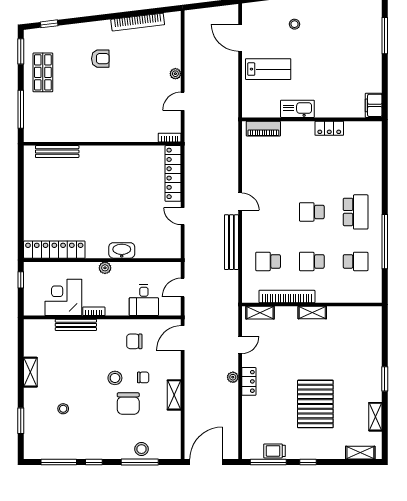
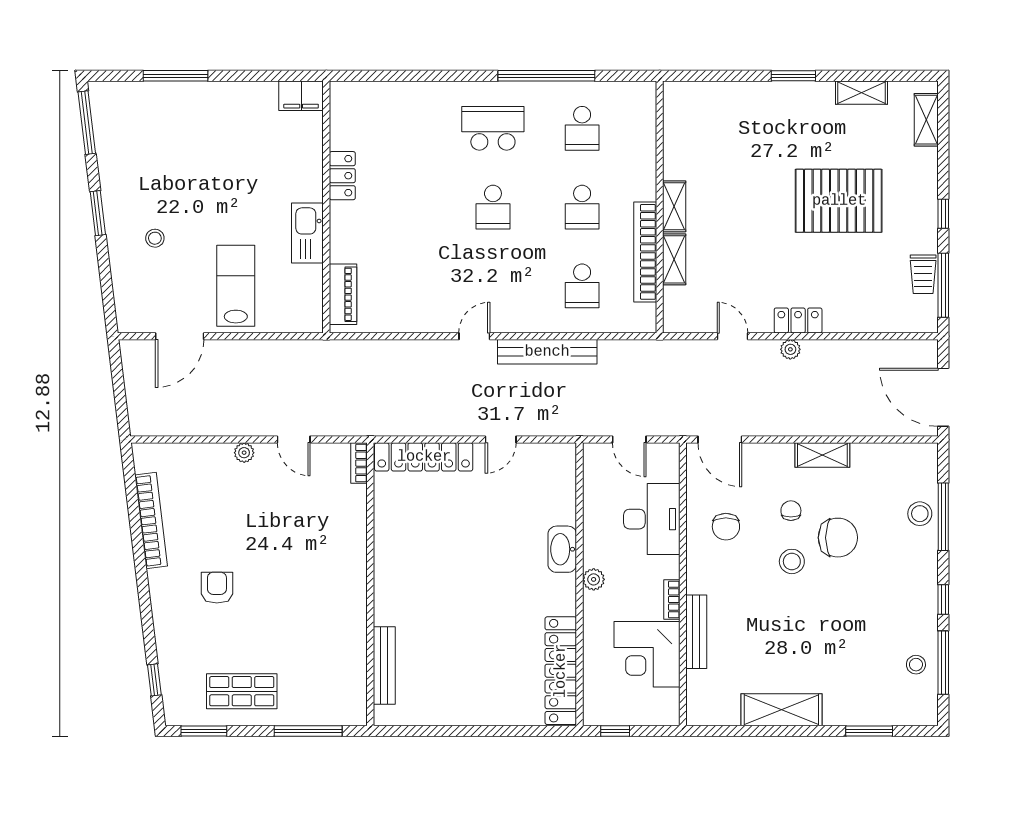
school desk: (356, 261) -> (582, 128), turned 180
desk: (144, 300) -> (652, 519), width x1.37
shelving: (260, 313) -> (674, 259), moved
shelving: (30, 372) -> (781, 710), width x1.50, depth x1.33
stool: (63, 409) -> (916, 665), moved

